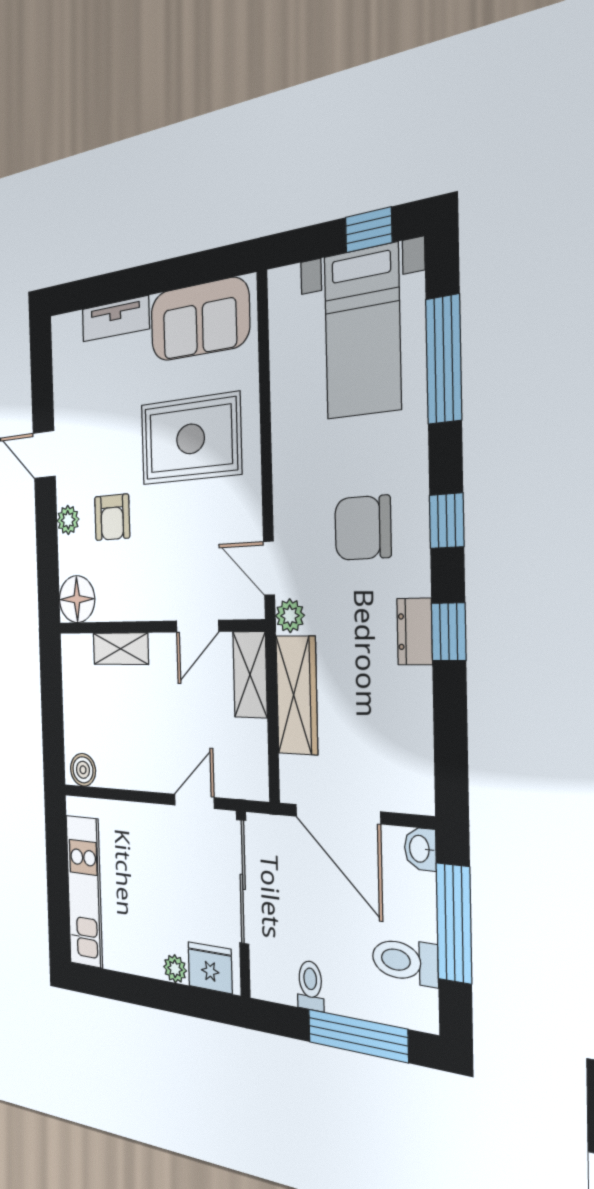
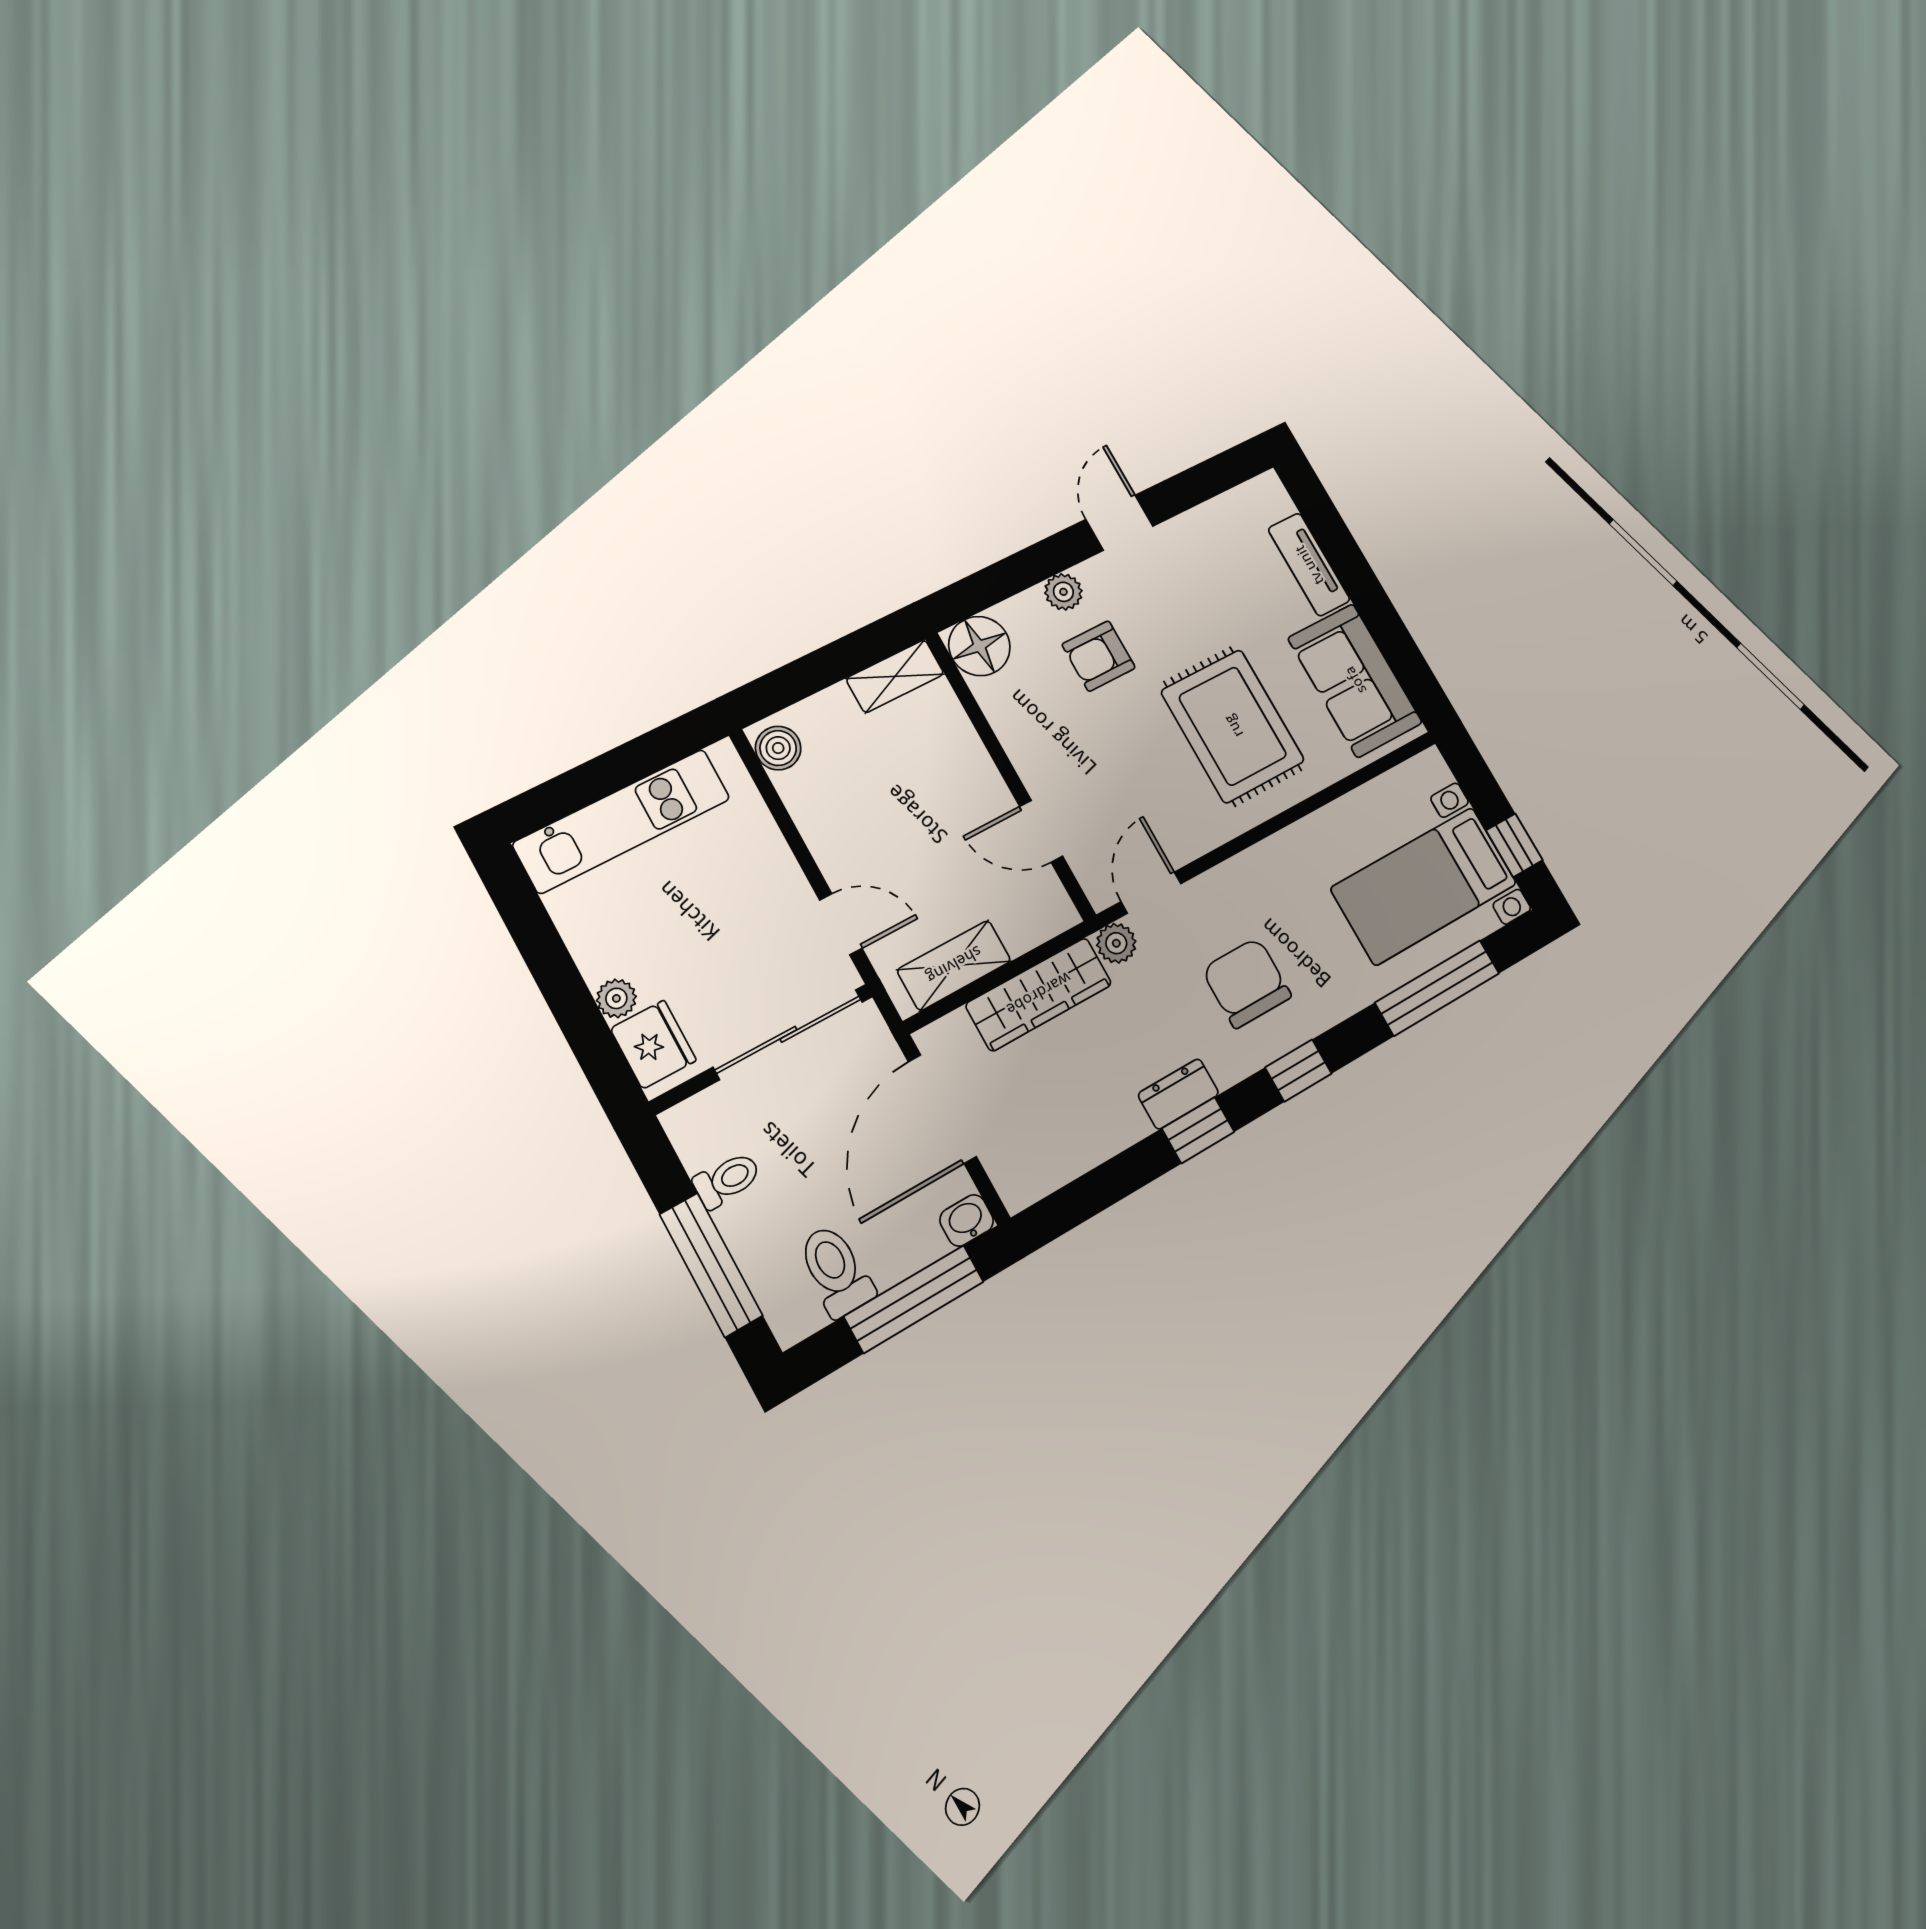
shelving: (121, 649) -> (895, 676), moved, turned 90
shelving: (250, 675) -> (954, 965), moved

